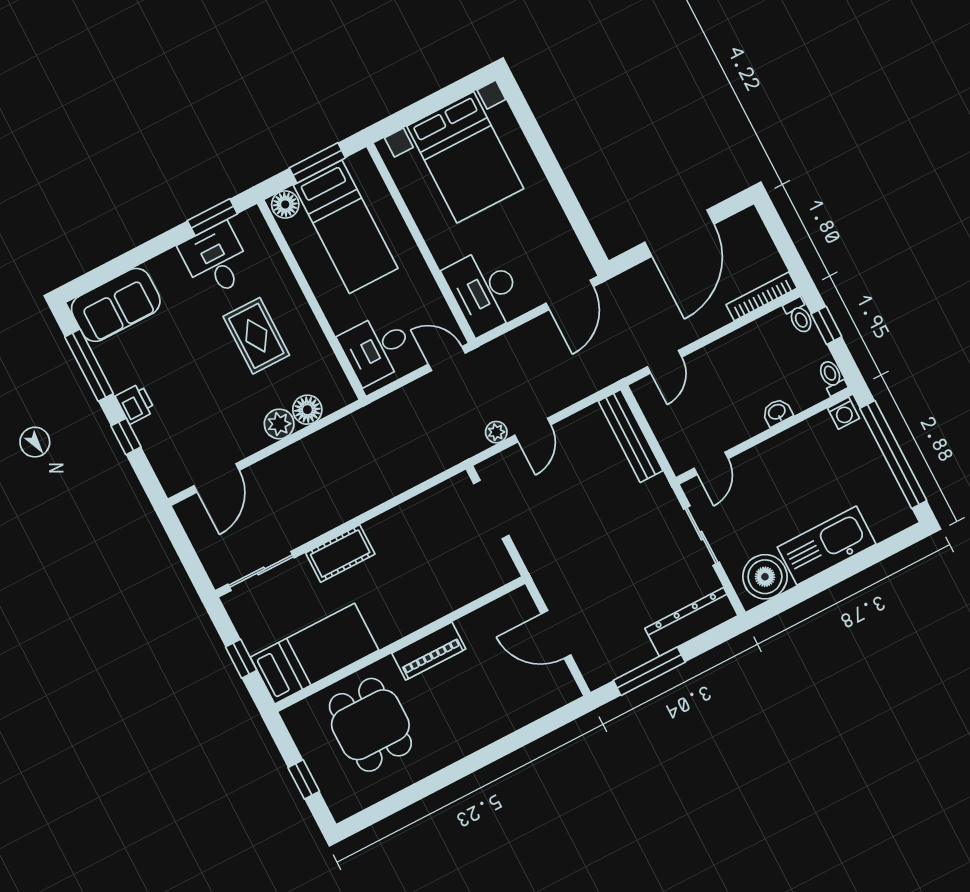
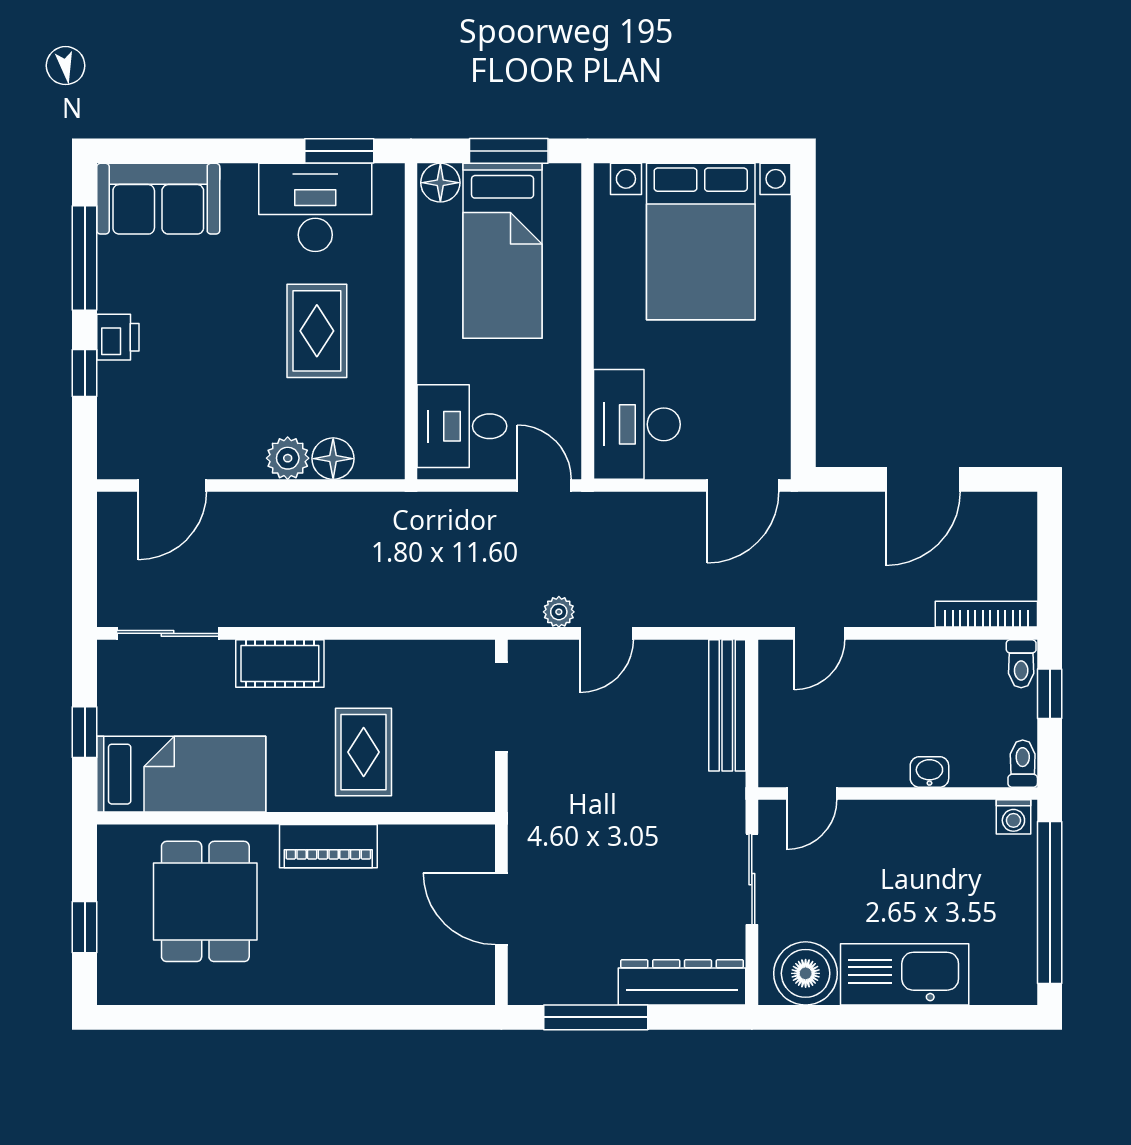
door: (679, 233) -> (923, 479), width x0.73
desk: (216, 260) -> (315, 207), width x1.37
rug: (420, 582) -> (364, 752), added

